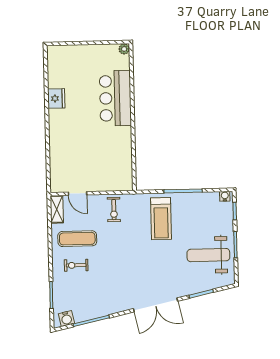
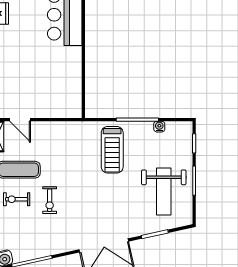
water cooler: (225, 196) -> (159, 127), moved
exercise bike: (114, 210) -> (50, 200), moved
weight bench: (208, 255) -> (164, 191), turned -90

